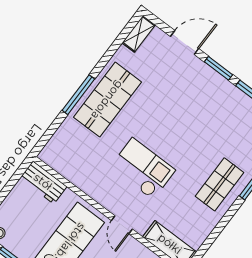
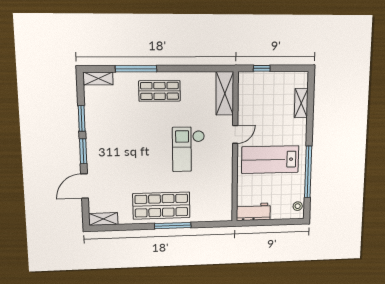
door: (185, 43) -> (85, 186), hinge flipped
workbench: (43, 182) -> (253, 212), moved, turned -90

